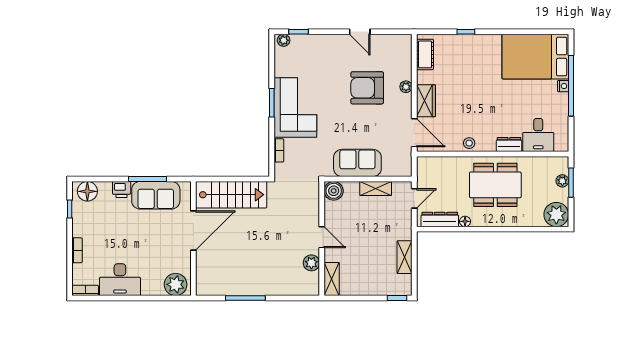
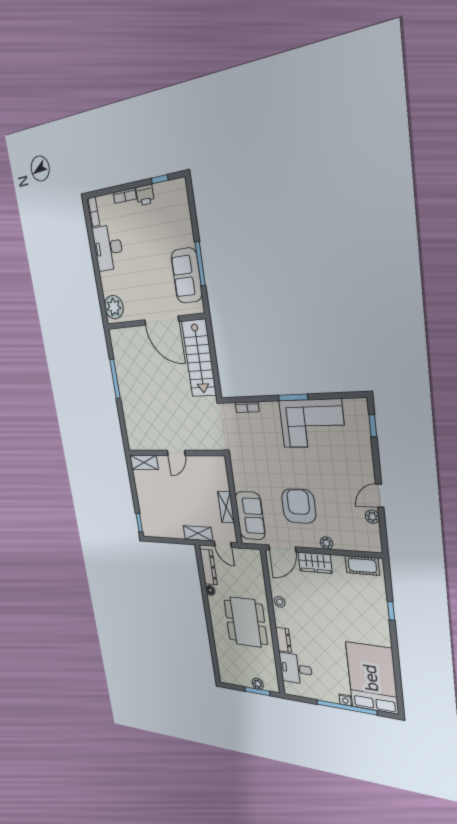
plant: (284, 40) -> (372, 517), moved
armchair: (367, 88) -> (299, 506), moved
corner sofa: (295, 107) -> (312, 423), moved
sofa: (357, 163) -> (250, 516), moved
printer: (122, 190) -> (145, 195), moved, turned -90
floor lamp: (87, 191) -> (179, 196), removed
boiler: (334, 191) -> (218, 465), removed
plant: (556, 215) -> (228, 674), removed
shelving: (405, 257) -> (198, 533), moved
plant: (311, 263) -> (154, 443), removed

